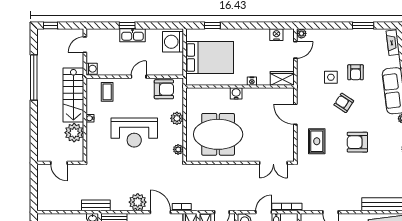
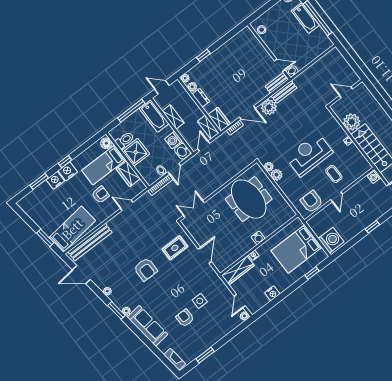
kitchen sink: (133, 35) -> (363, 223), removed
nightstand: (276, 35) -> (272, 293), moved
wardrobe: (282, 78) -> (238, 270), width x1.50
armchair: (164, 89) -> (312, 202), turned 90
coffee table: (107, 92) -> (334, 174), moved
armchair: (344, 103) -> (177, 290), removed
door: (295, 114) -> (205, 255), hinge flipped
plant: (177, 118) -> (276, 175), moved
meeting table: (218, 134) -> (249, 199), turned 90
rug: (317, 141) -> (175, 248), turned 90
armchair: (357, 142) -> (146, 269), turned 90
bench: (96, 205) -> (284, 92), moved

